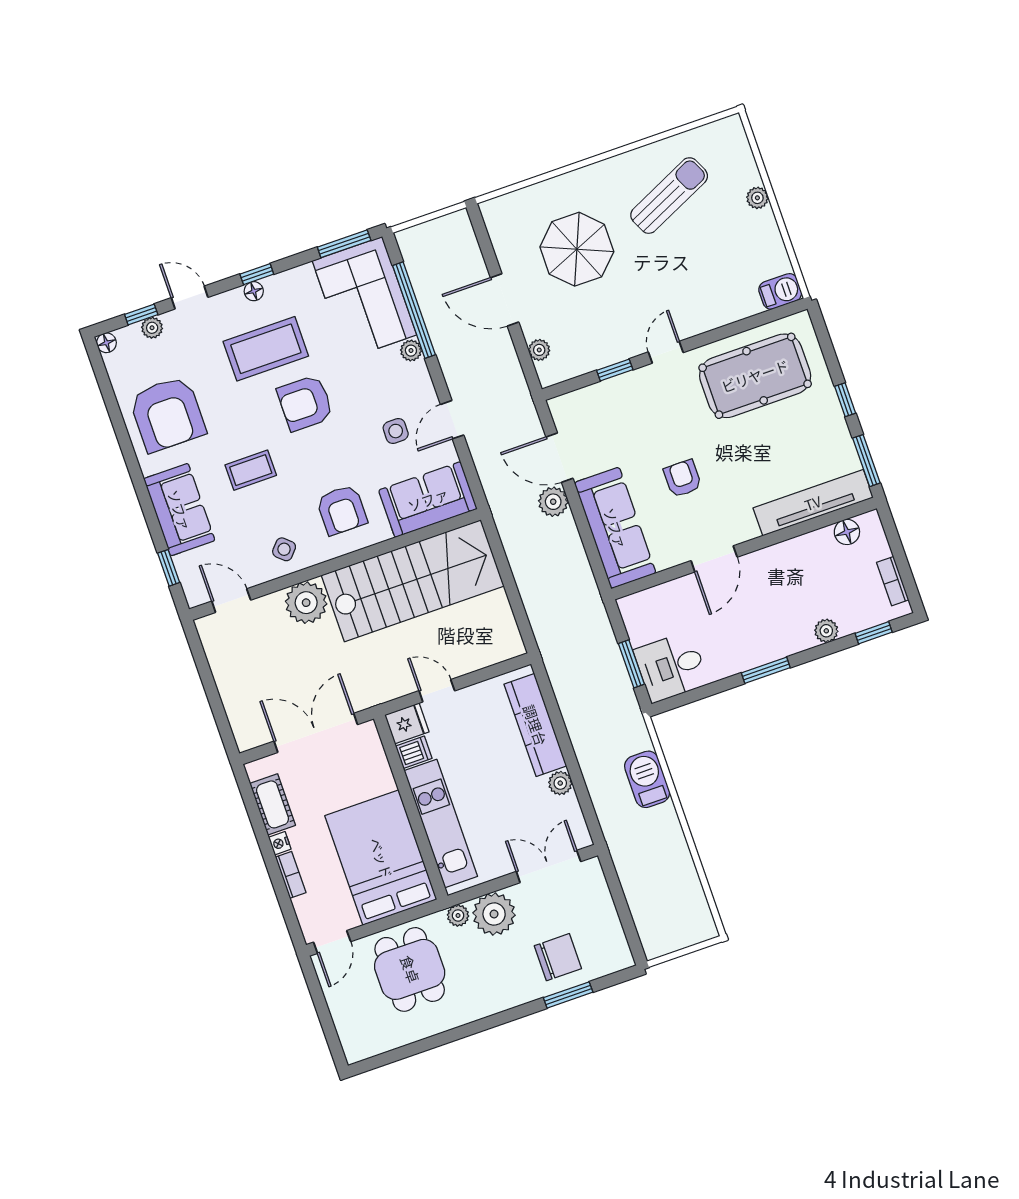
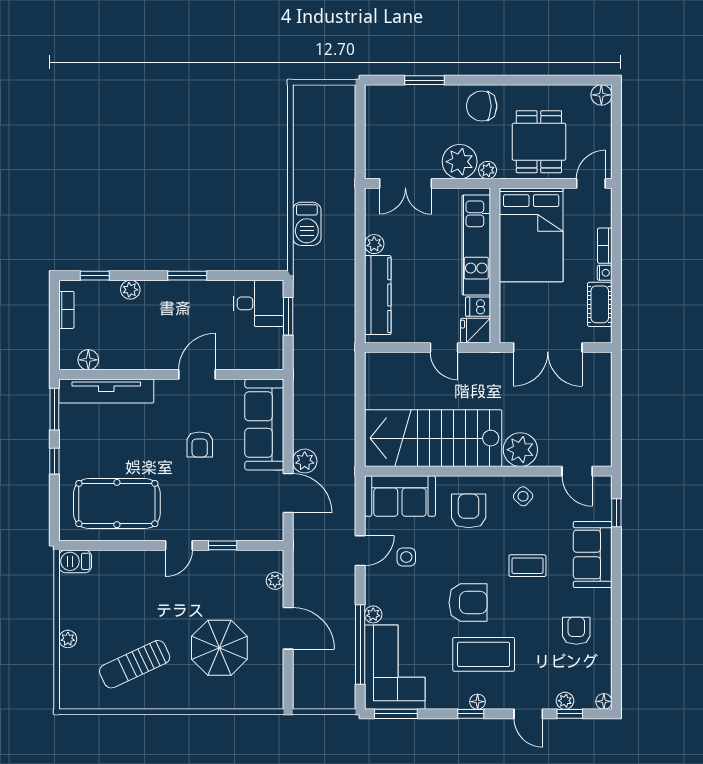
armchair: (167, 414) -> (576, 631), width x0.53, depth x0.53
chair: (558, 957) -> (482, 106), moved
floor lamp: (356, 1049) -> (601, 95), added

